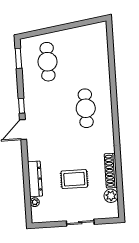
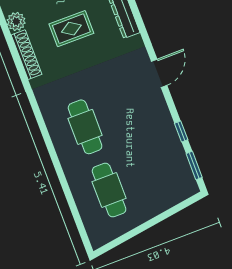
cafe table: (48, 62) -> (109, 190), moved
window: (22, 106) -> (181, 131), moved

